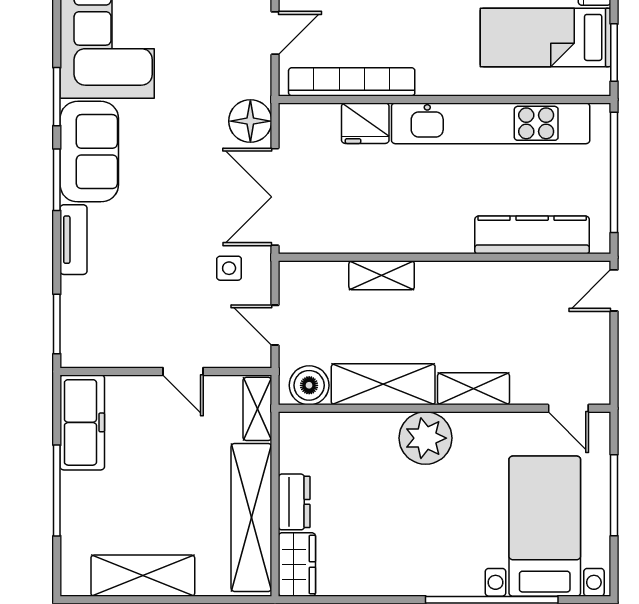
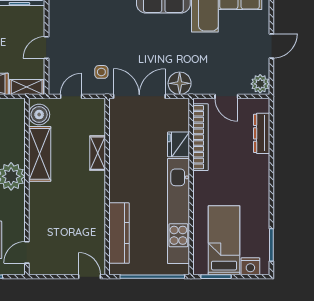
shelving: (474, 389) -> (37, 202), removed

